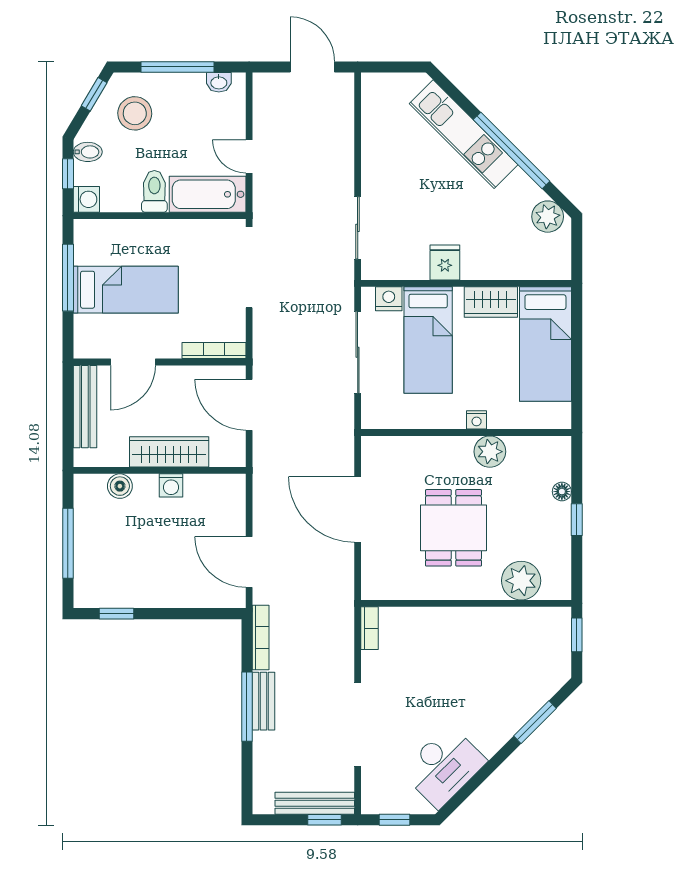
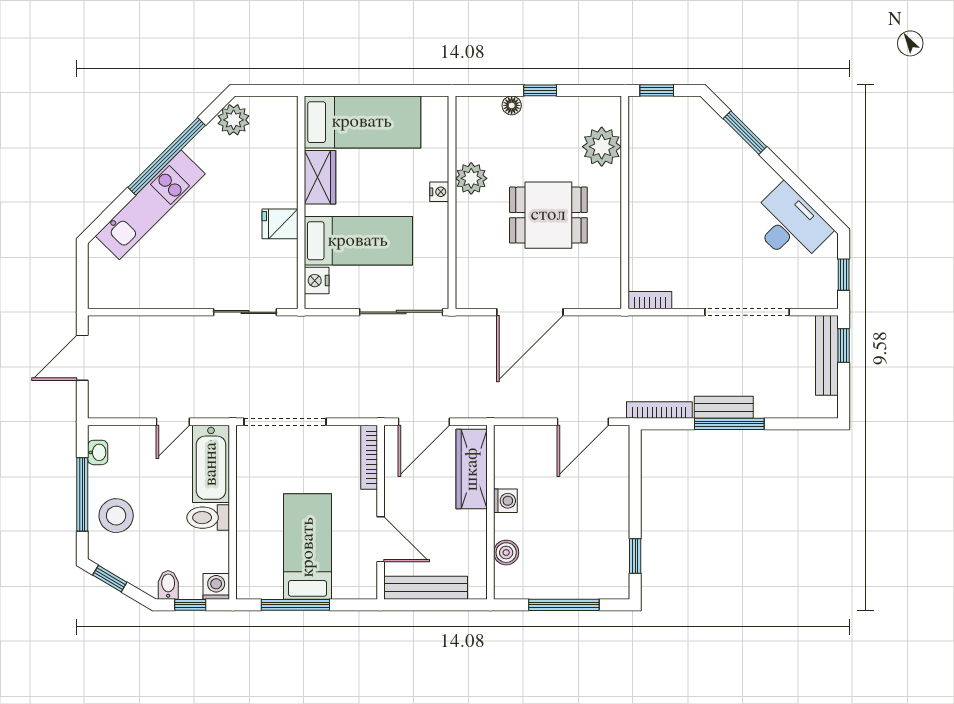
stool: (135, 113) -> (116, 516), moved
sliding door: (358, 352) -> (401, 312), moved
wardrobe: (169, 452) -> (472, 469), moved

